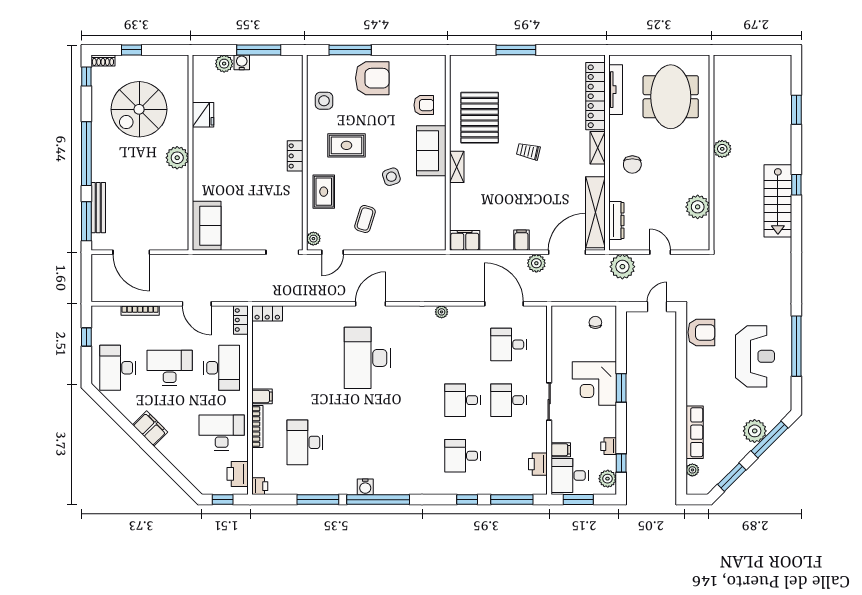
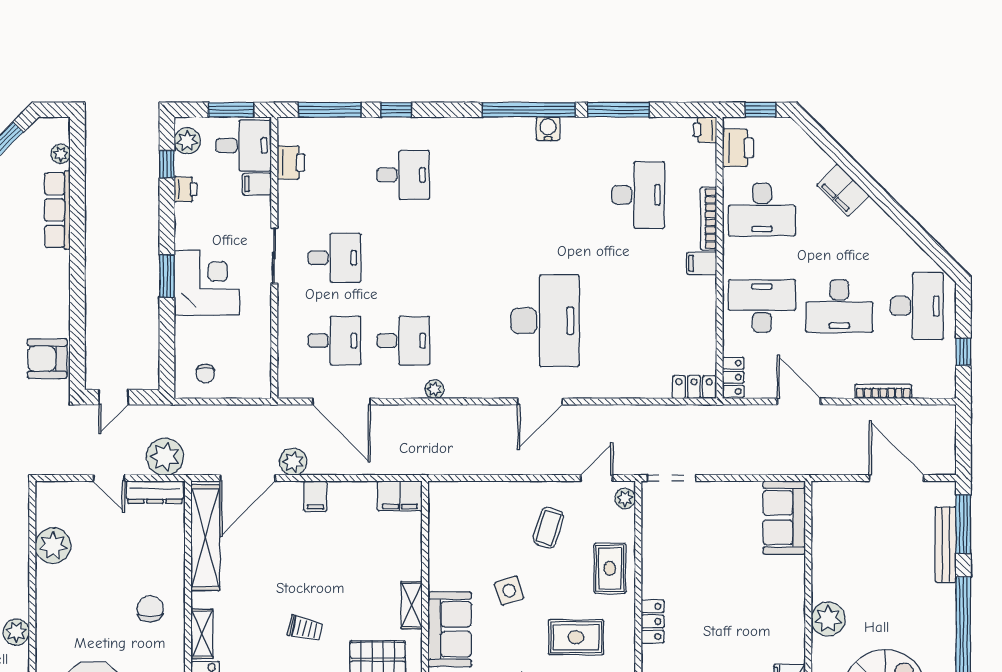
dresser: (616, 221) -> (155, 492), moved, turned -90
desk: (222, 368) -> (762, 306), turned 90
desk: (462, 400) -> (403, 341), moved
filing cabinet: (150, 428) -> (843, 190), moved

